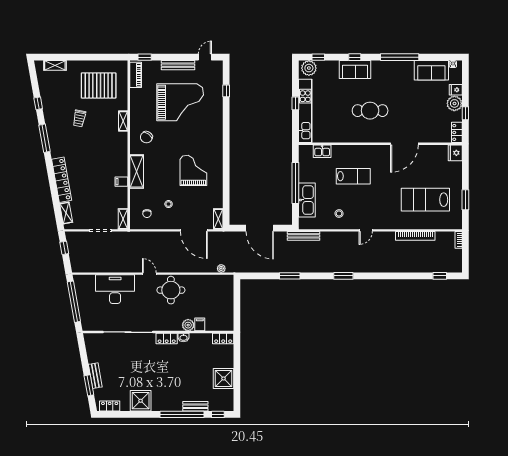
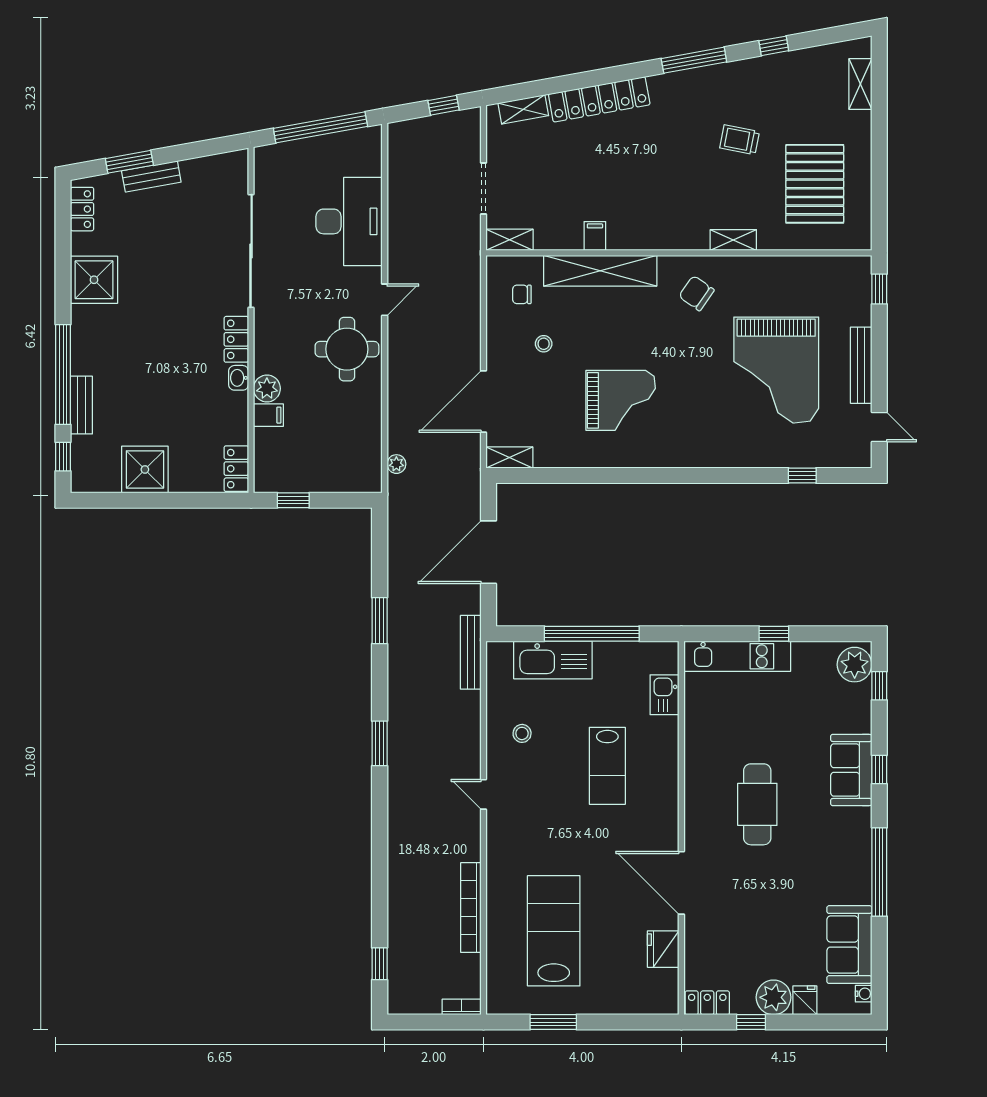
piano: (136, 75) -> (839, 268), removed
kitchen unit: (305, 111) -> (737, 656), width x0.73
fridge: (455, 153) -> (663, 949), moved, turned -90
shelving: (137, 171) -> (600, 271), width x1.47
window: (237, 314) -> (293, 500), added

